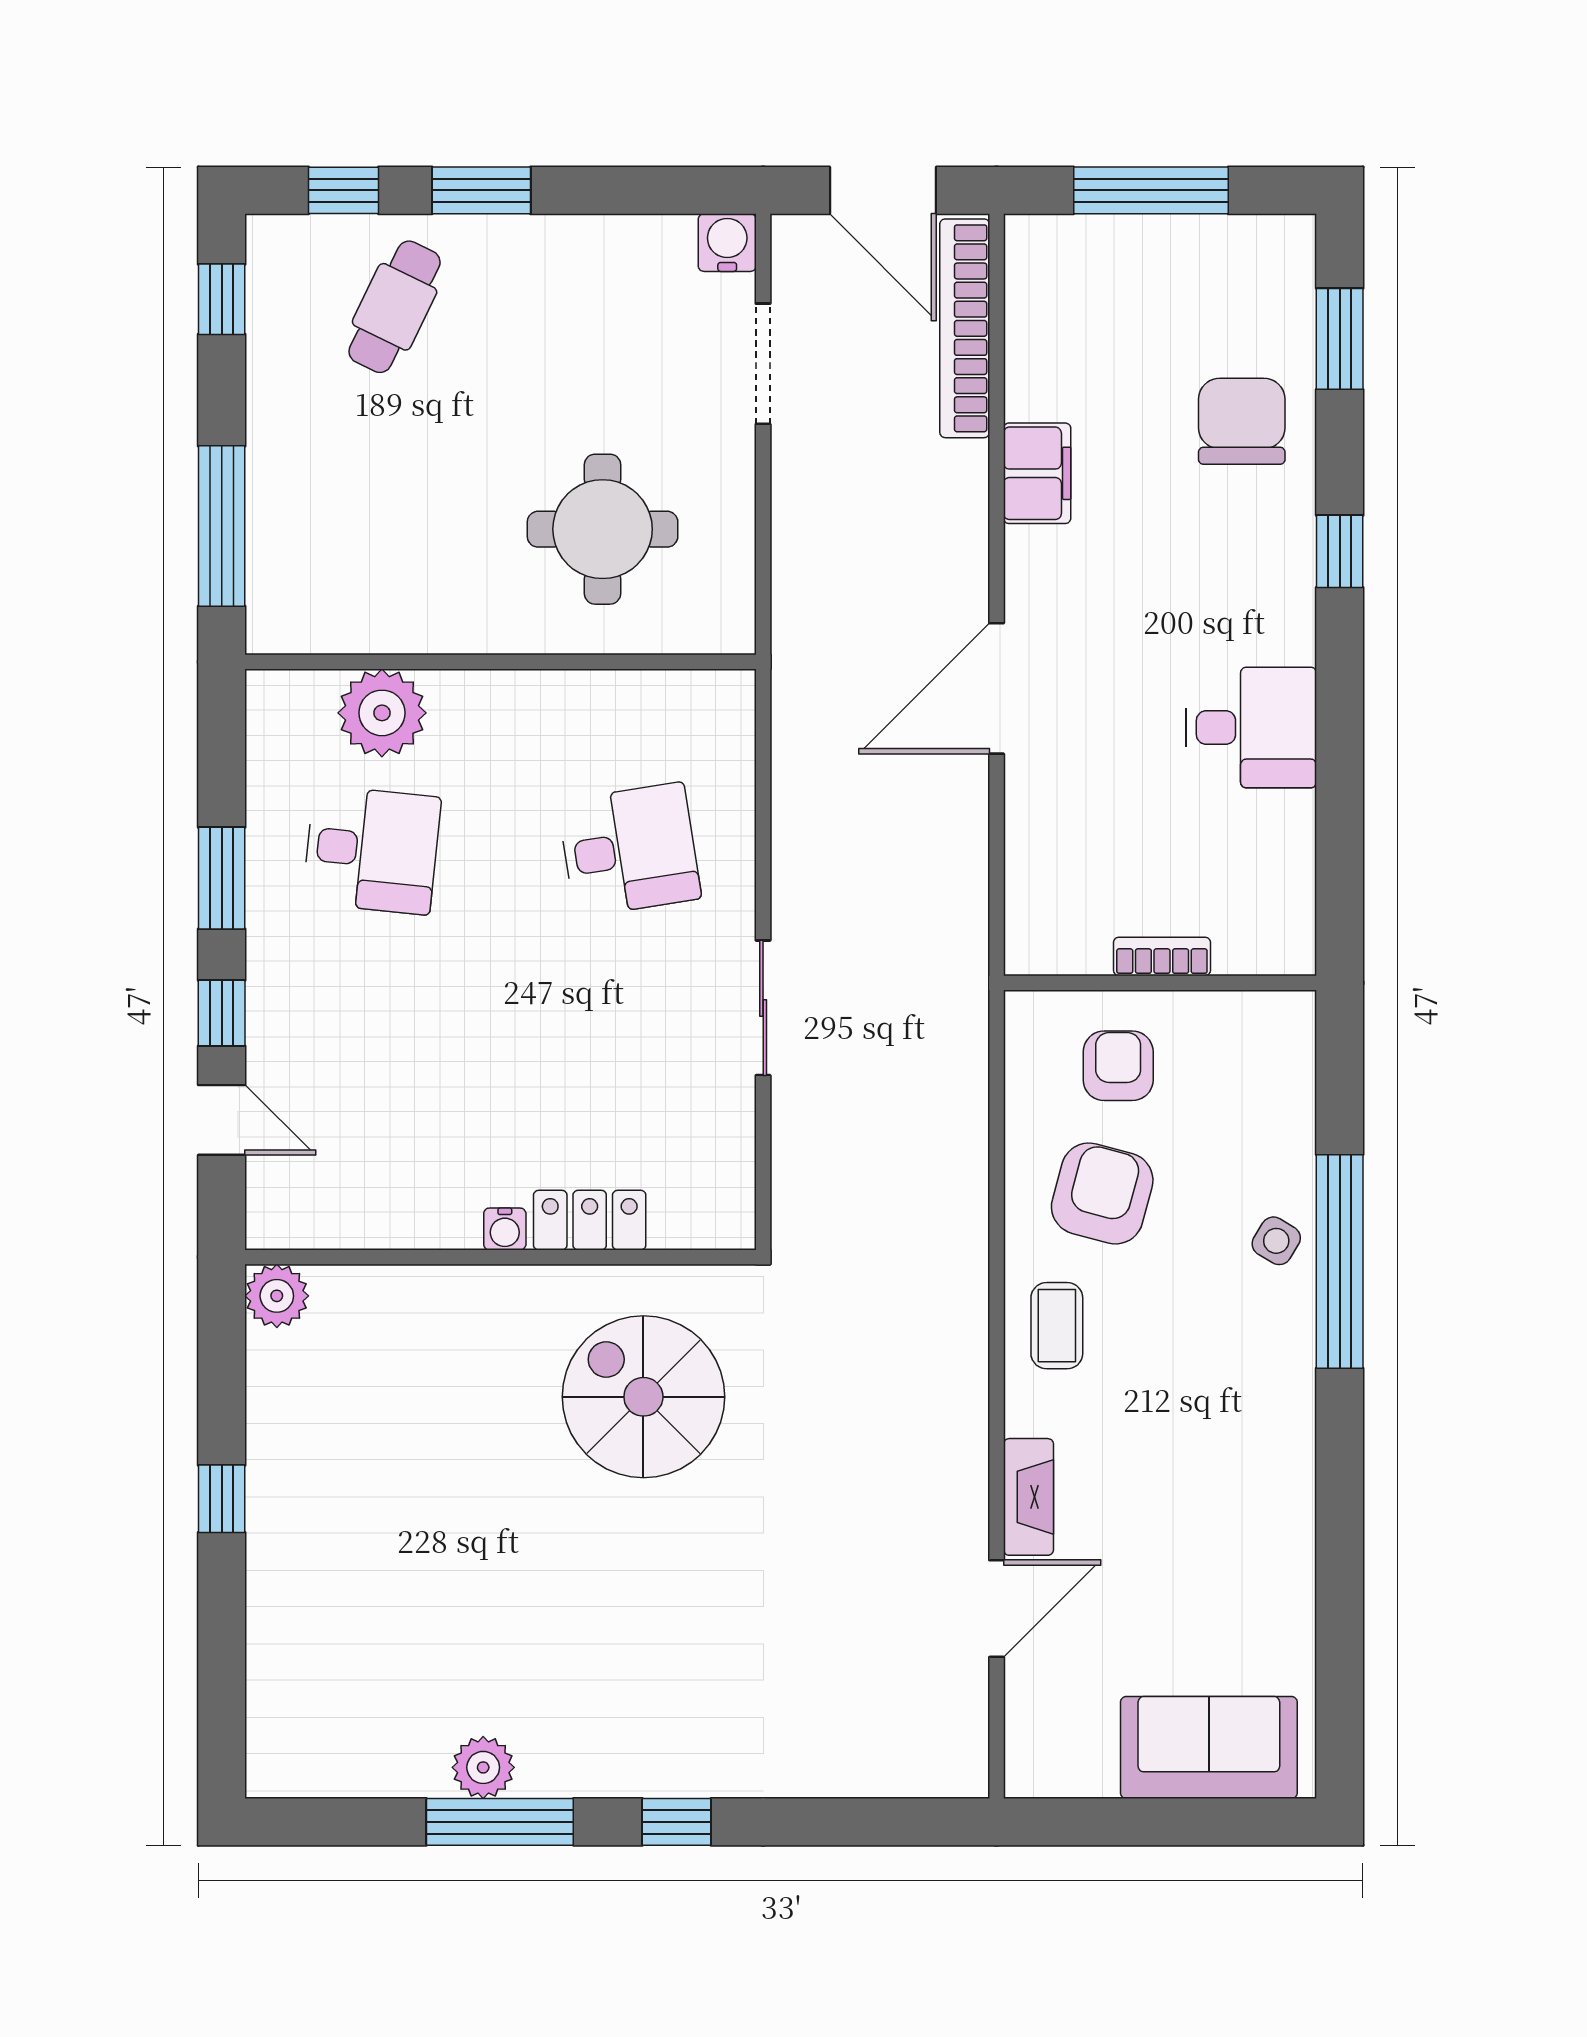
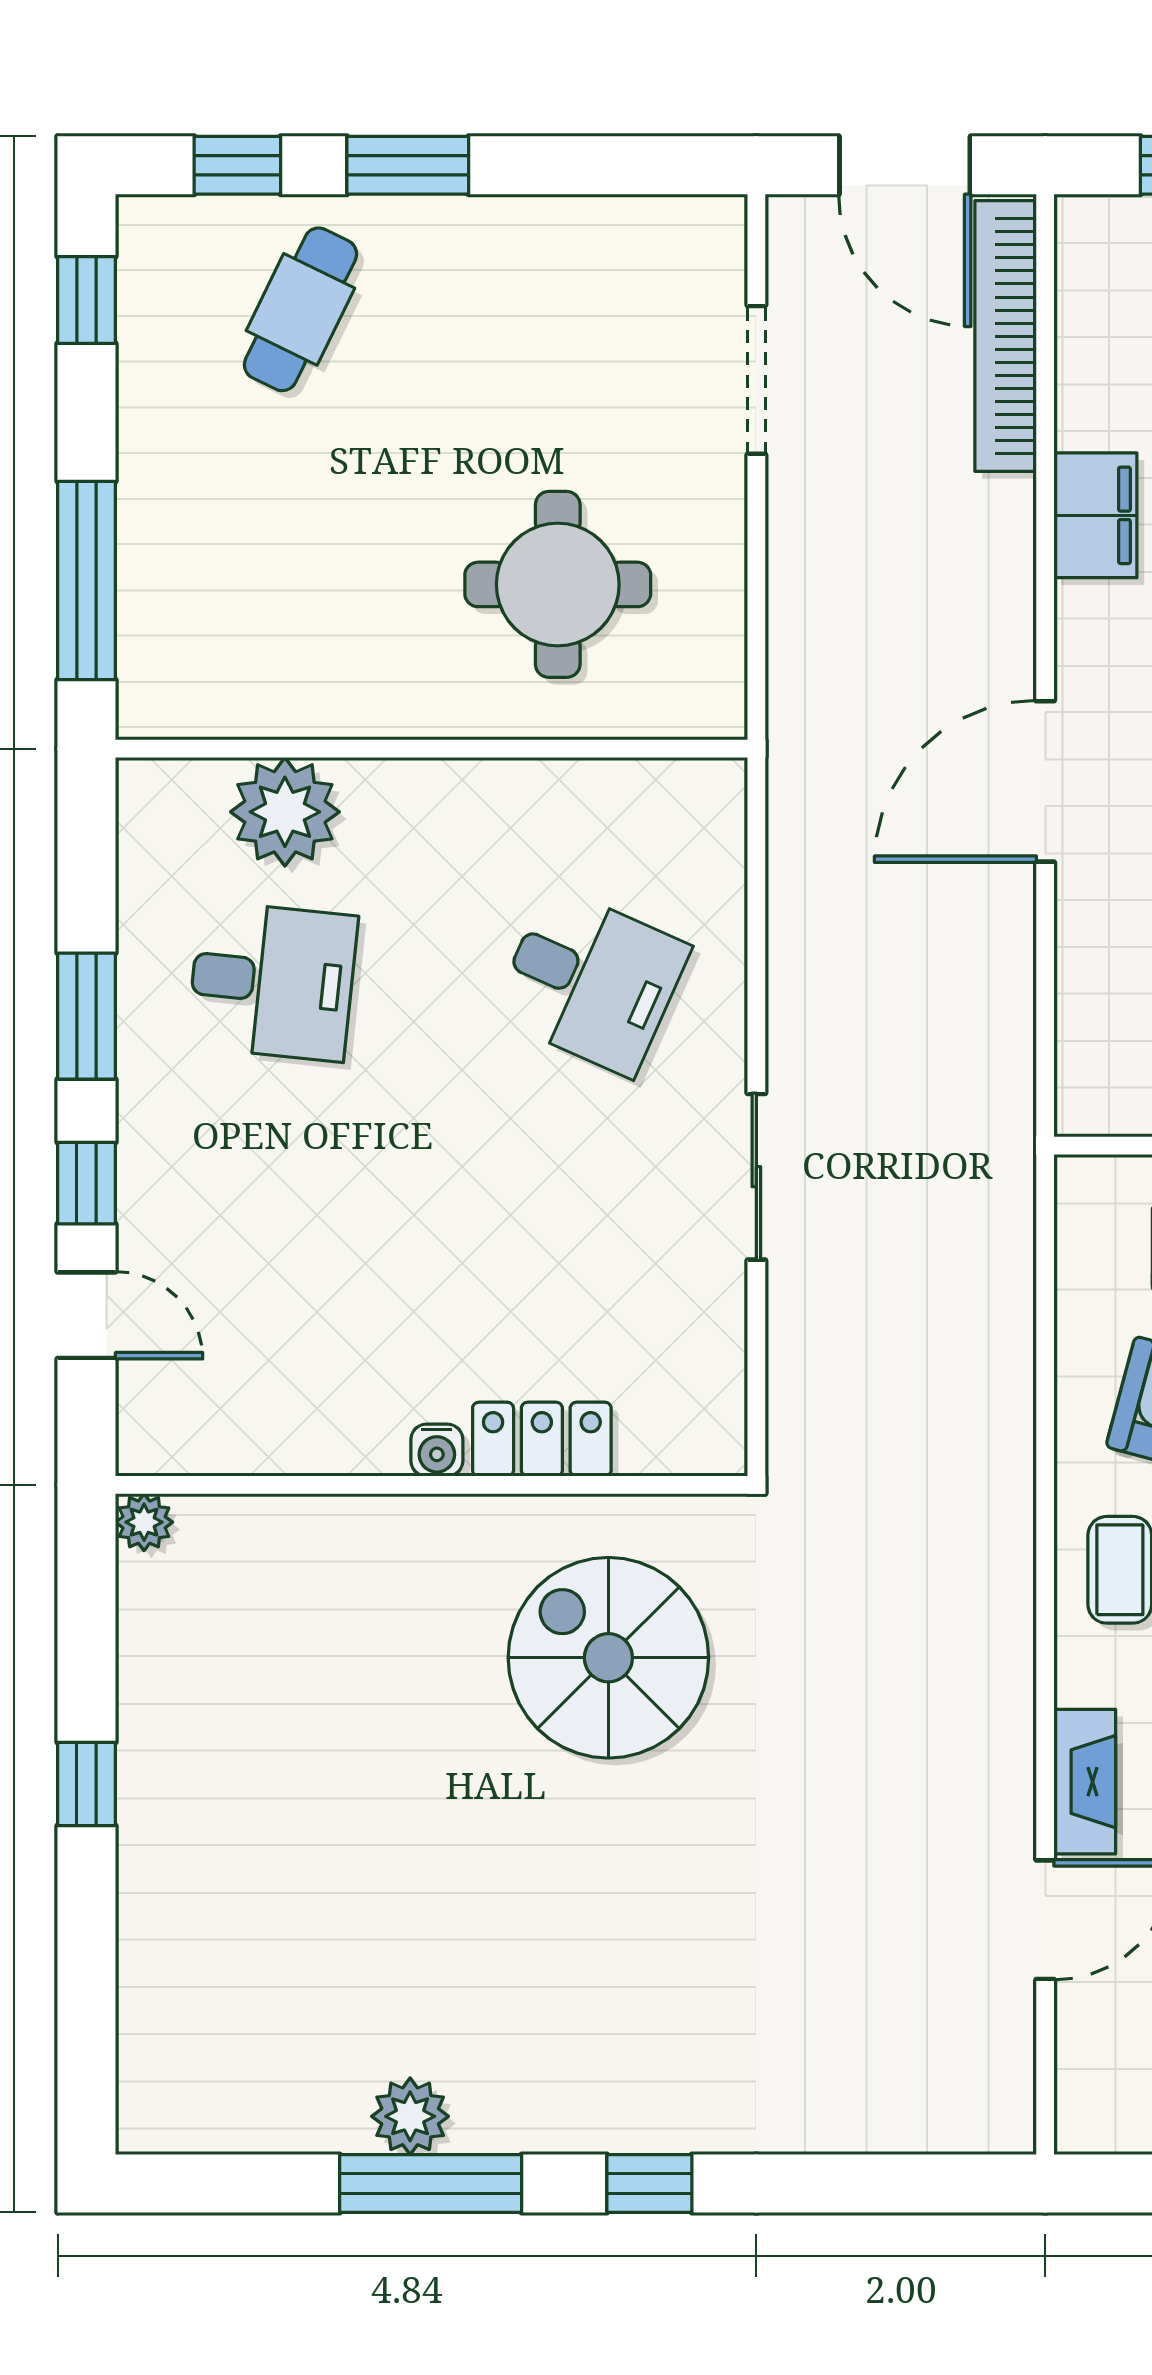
water cooler: (727, 243) -> (712, 230), removed
desk: (629, 850) -> (591, 981), turned 33
plant: (277, 1296) -> (144, 1522), width x0.73, depth x0.73

